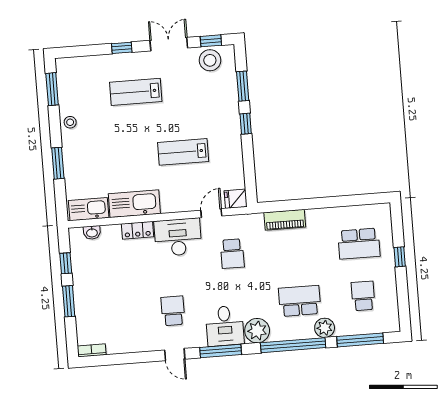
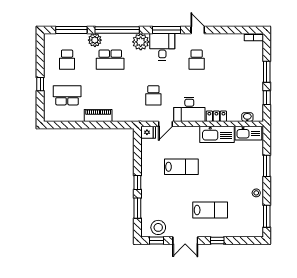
piano: (285, 220) -> (98, 115), moved
school desk: (232, 254) -> (153, 95), turned 180

